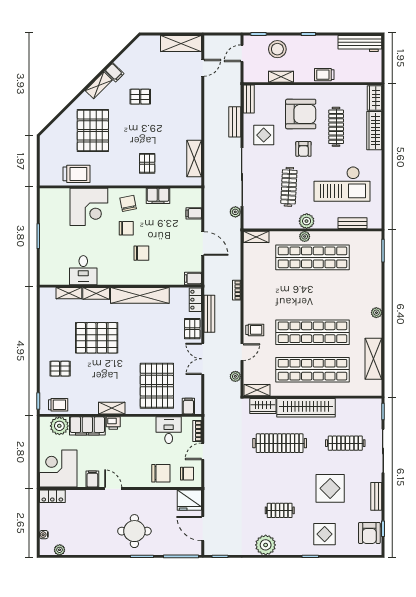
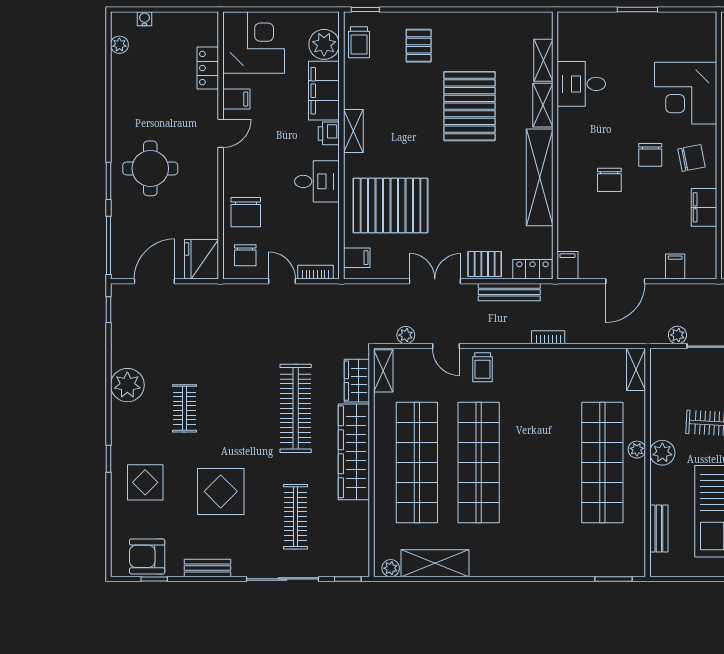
plant: (376, 313) -> (391, 568), moved
desk: (169, 430) -> (317, 181), moved
locker: (52, 496) -> (208, 68), moved

